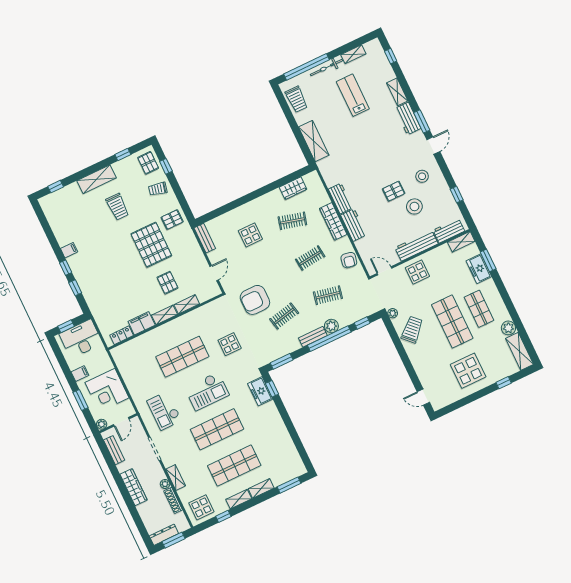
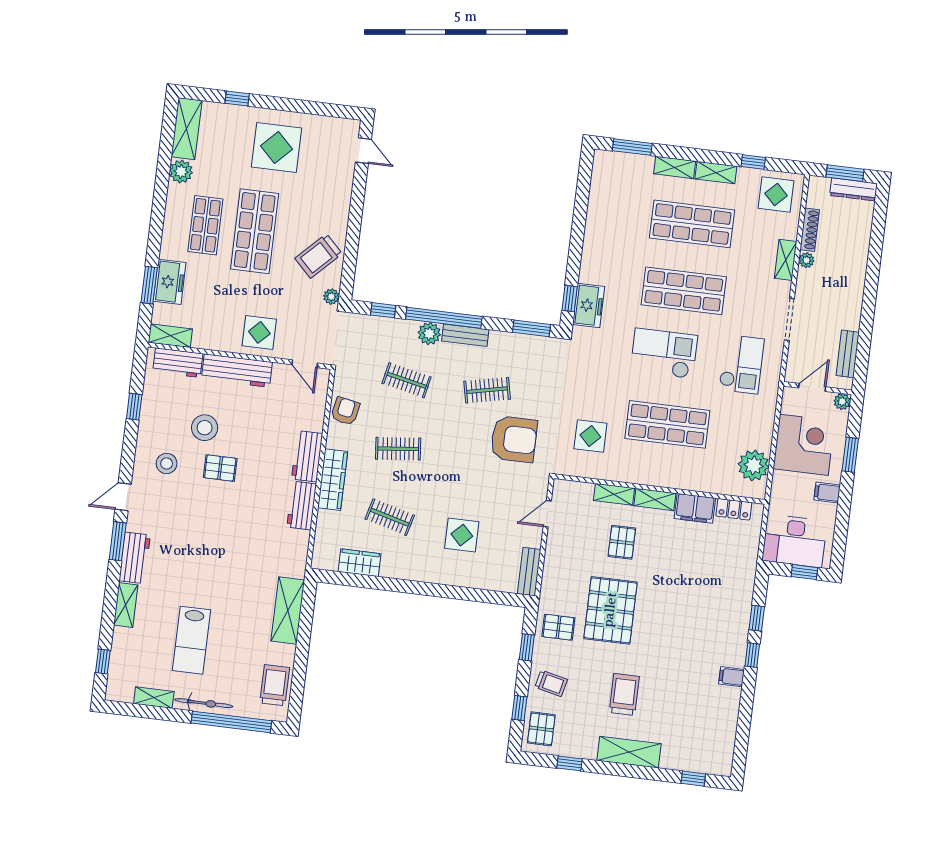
window: (182, 199) -> (527, 647), added
display table: (230, 344) -> (590, 436), moved
plant: (126, 364) -> (754, 465), added
wardrobe: (134, 487) -> (854, 284), removed

